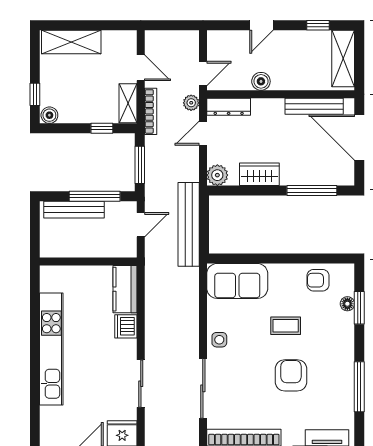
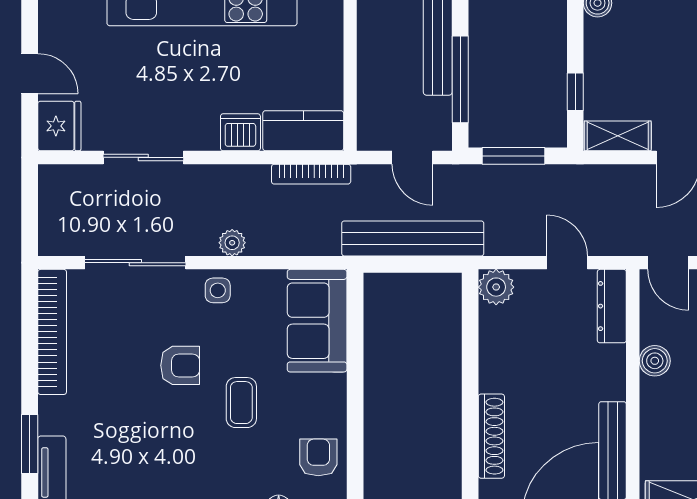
plant: (191, 103) -> (232, 243), moved
bookcase: (151, 111) -> (311, 174), moved
wardrobe: (259, 174) -> (498, 358), removed
shoe rack: (305, 178) -> (491, 436), added
window: (312, 191) -> (470, 447), removed
armchair: (291, 375) -> (180, 365), moved, width x0.72, depth x0.72

